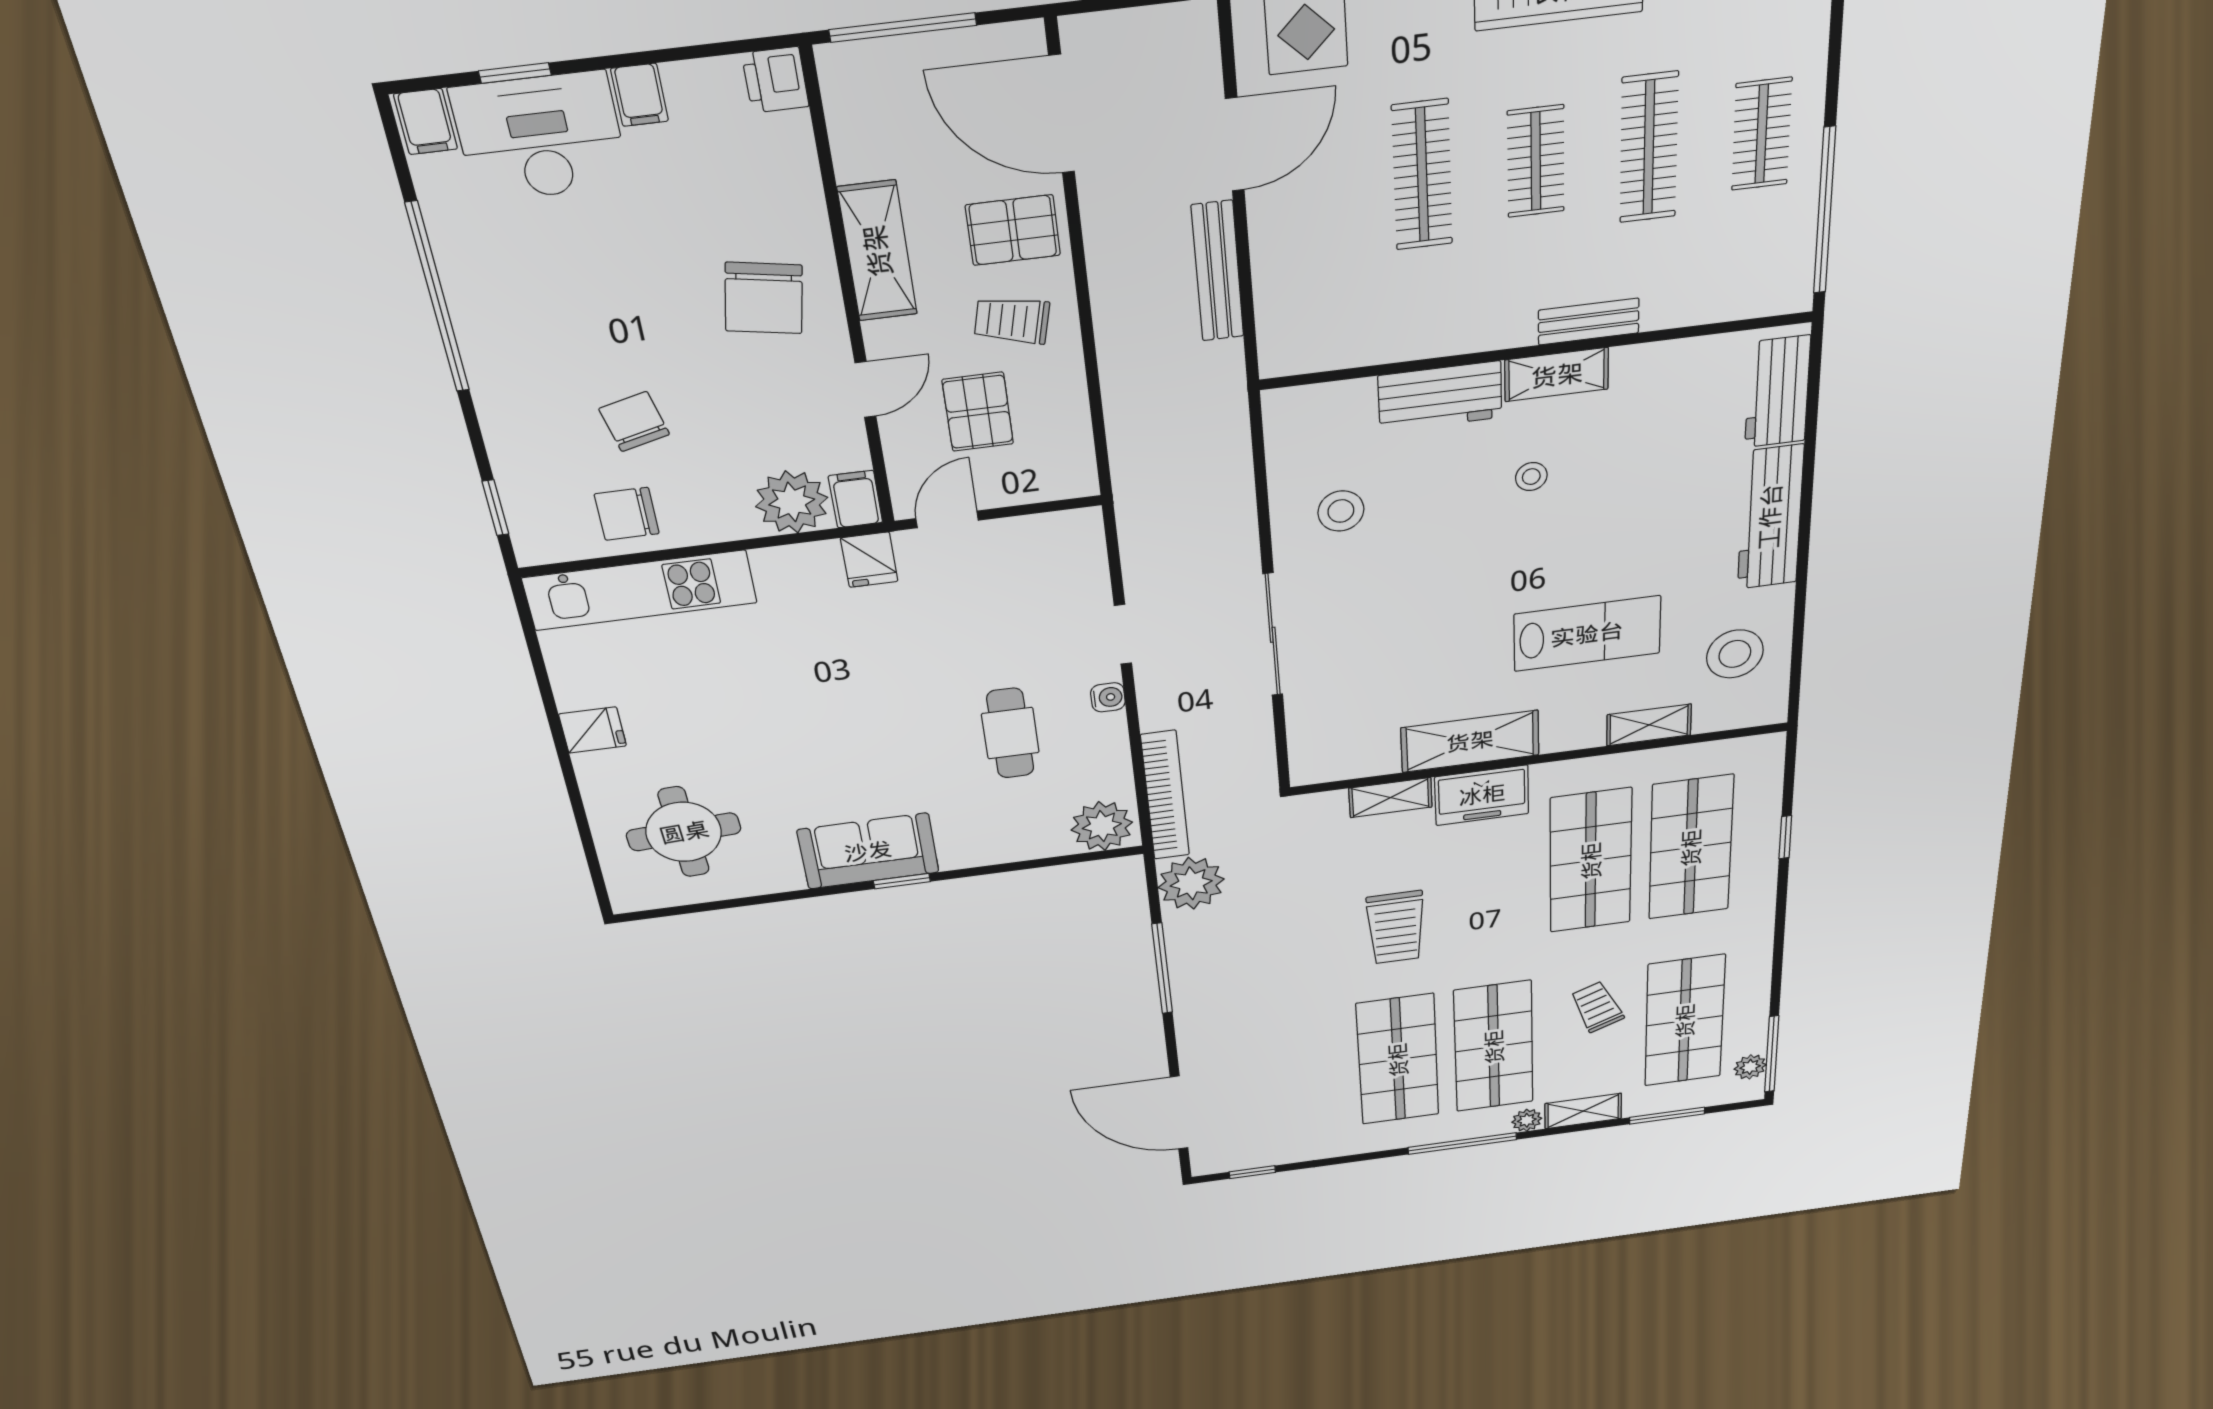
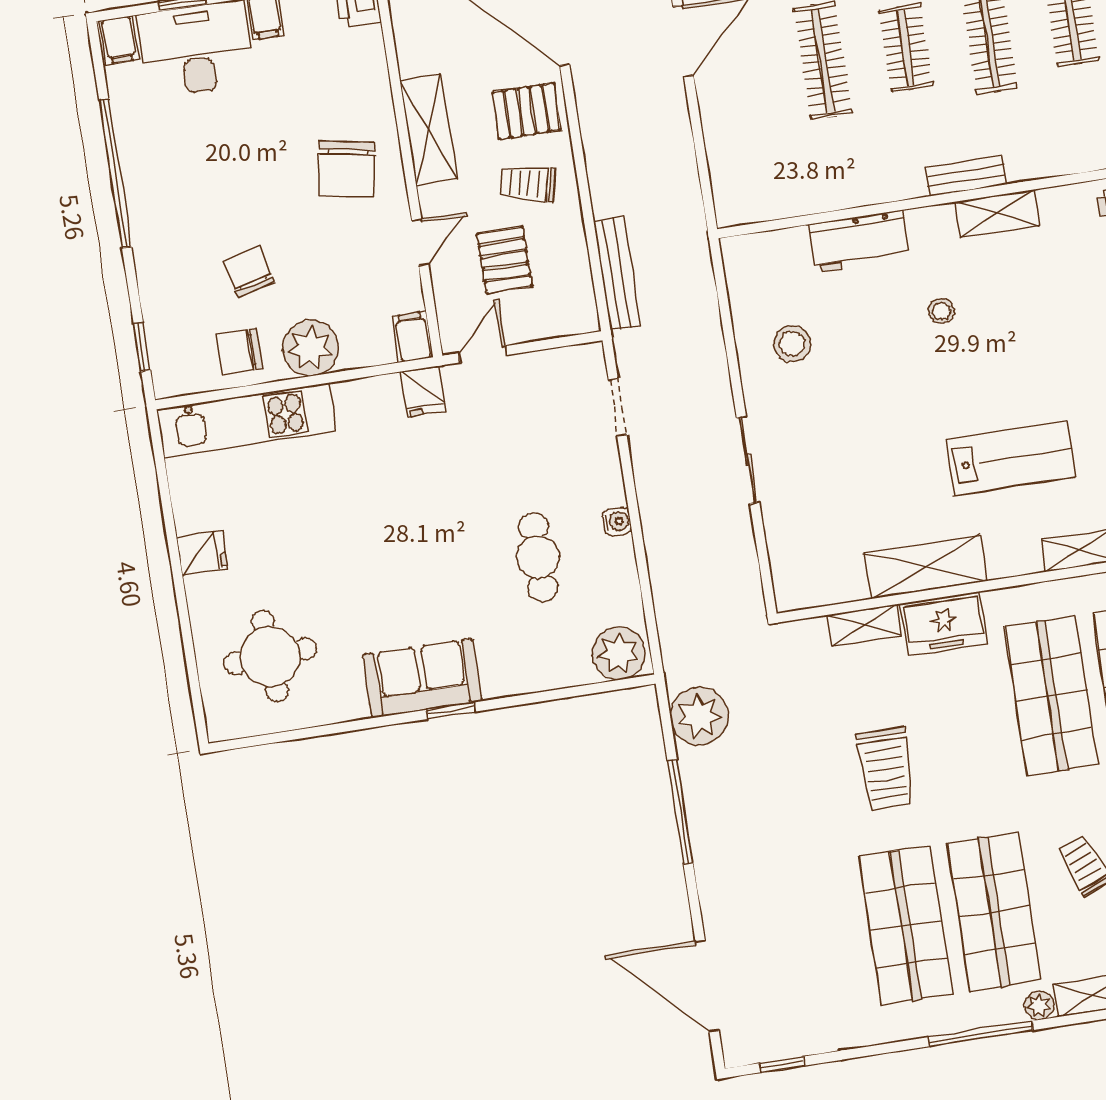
bench: (1218, 271) -> (617, 273), moved
shelving: (1557, 375) -> (997, 213), moved
plant: (792, 502) -> (311, 348), moved
doorway: (1123, 634) -> (618, 407), moved
sliding door: (1273, 635) -> (748, 460), width x0.73
bookcase: (1165, 795) -> (671, 622), removed

